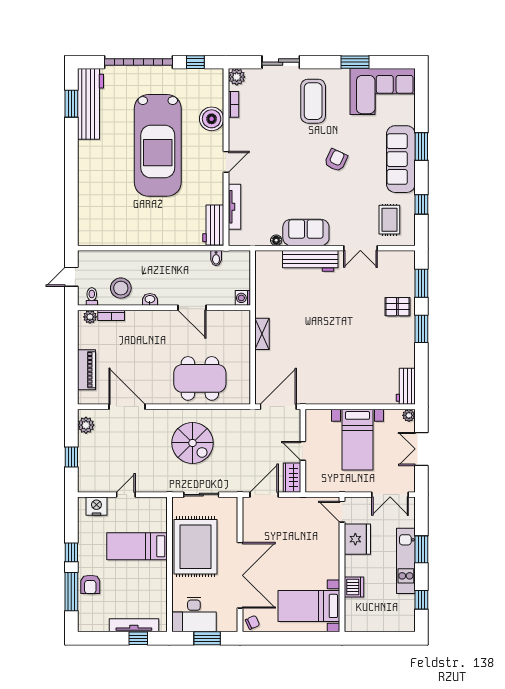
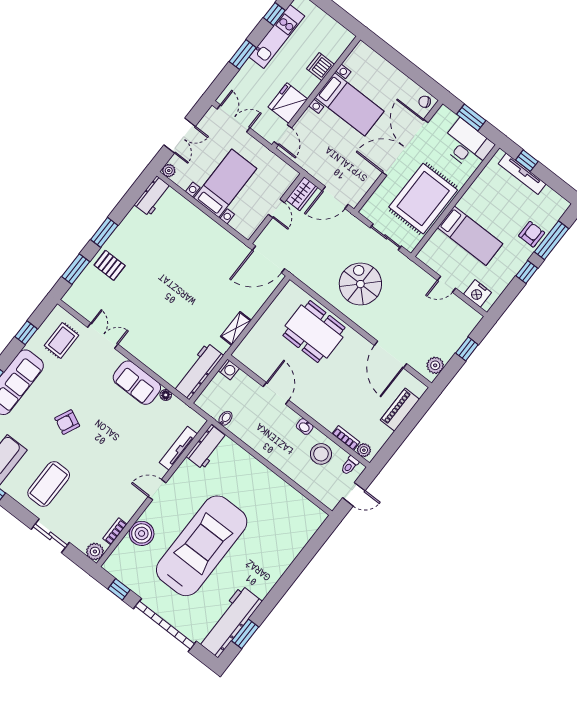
workbench: (310, 261) -> (198, 371), moved, turned -90
kitchen unit: (406, 561) -> (277, 36), moved
bed with nightstands: (309, 606) -> (350, 104), moved

